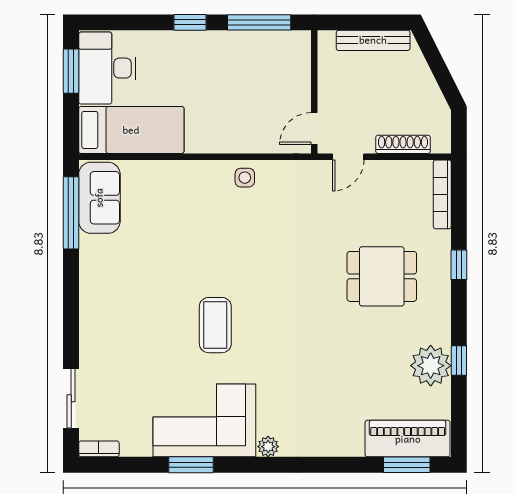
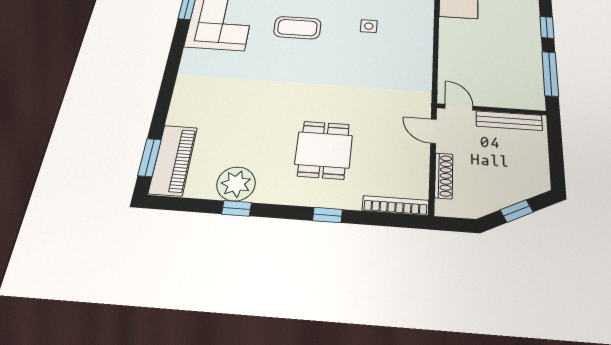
bench: (373, 40) -> (509, 121), moved, turned 90
window: (438, 67) -> (517, 211), added
side table: (245, 178) -> (369, 26), moved
plant: (268, 447) -> (190, 56), removed

